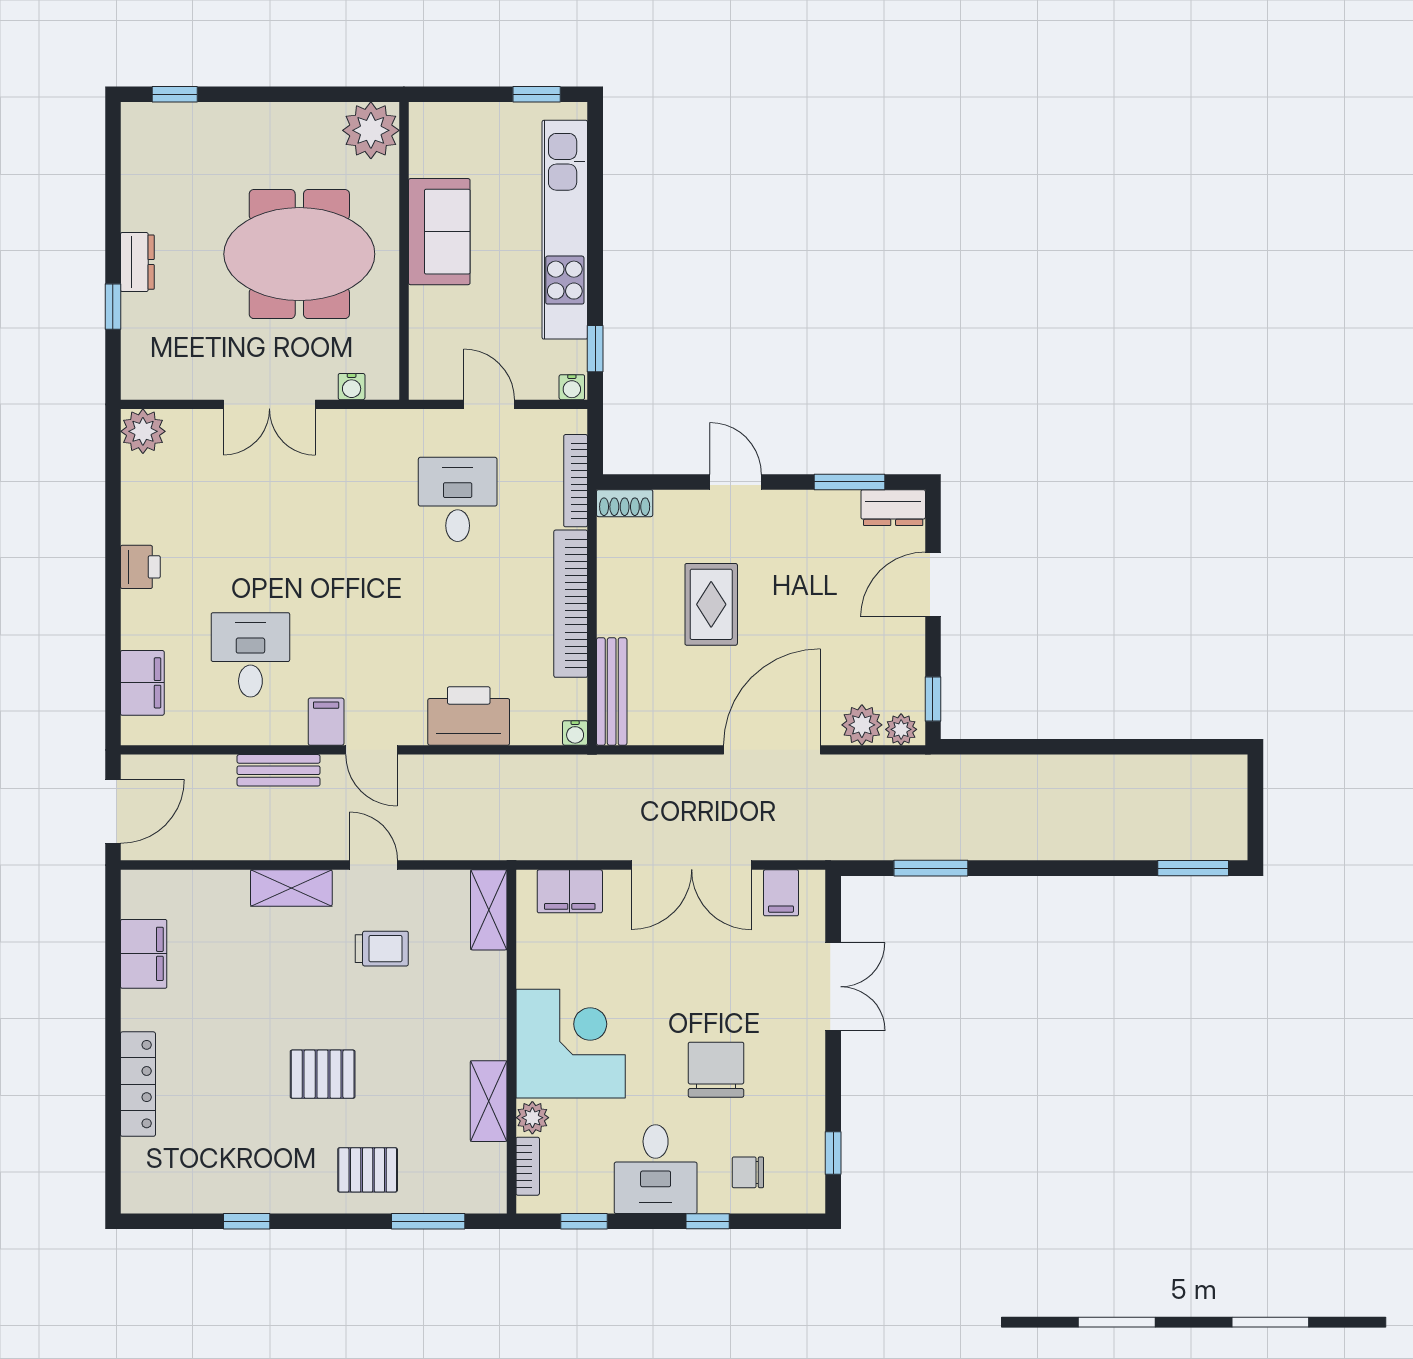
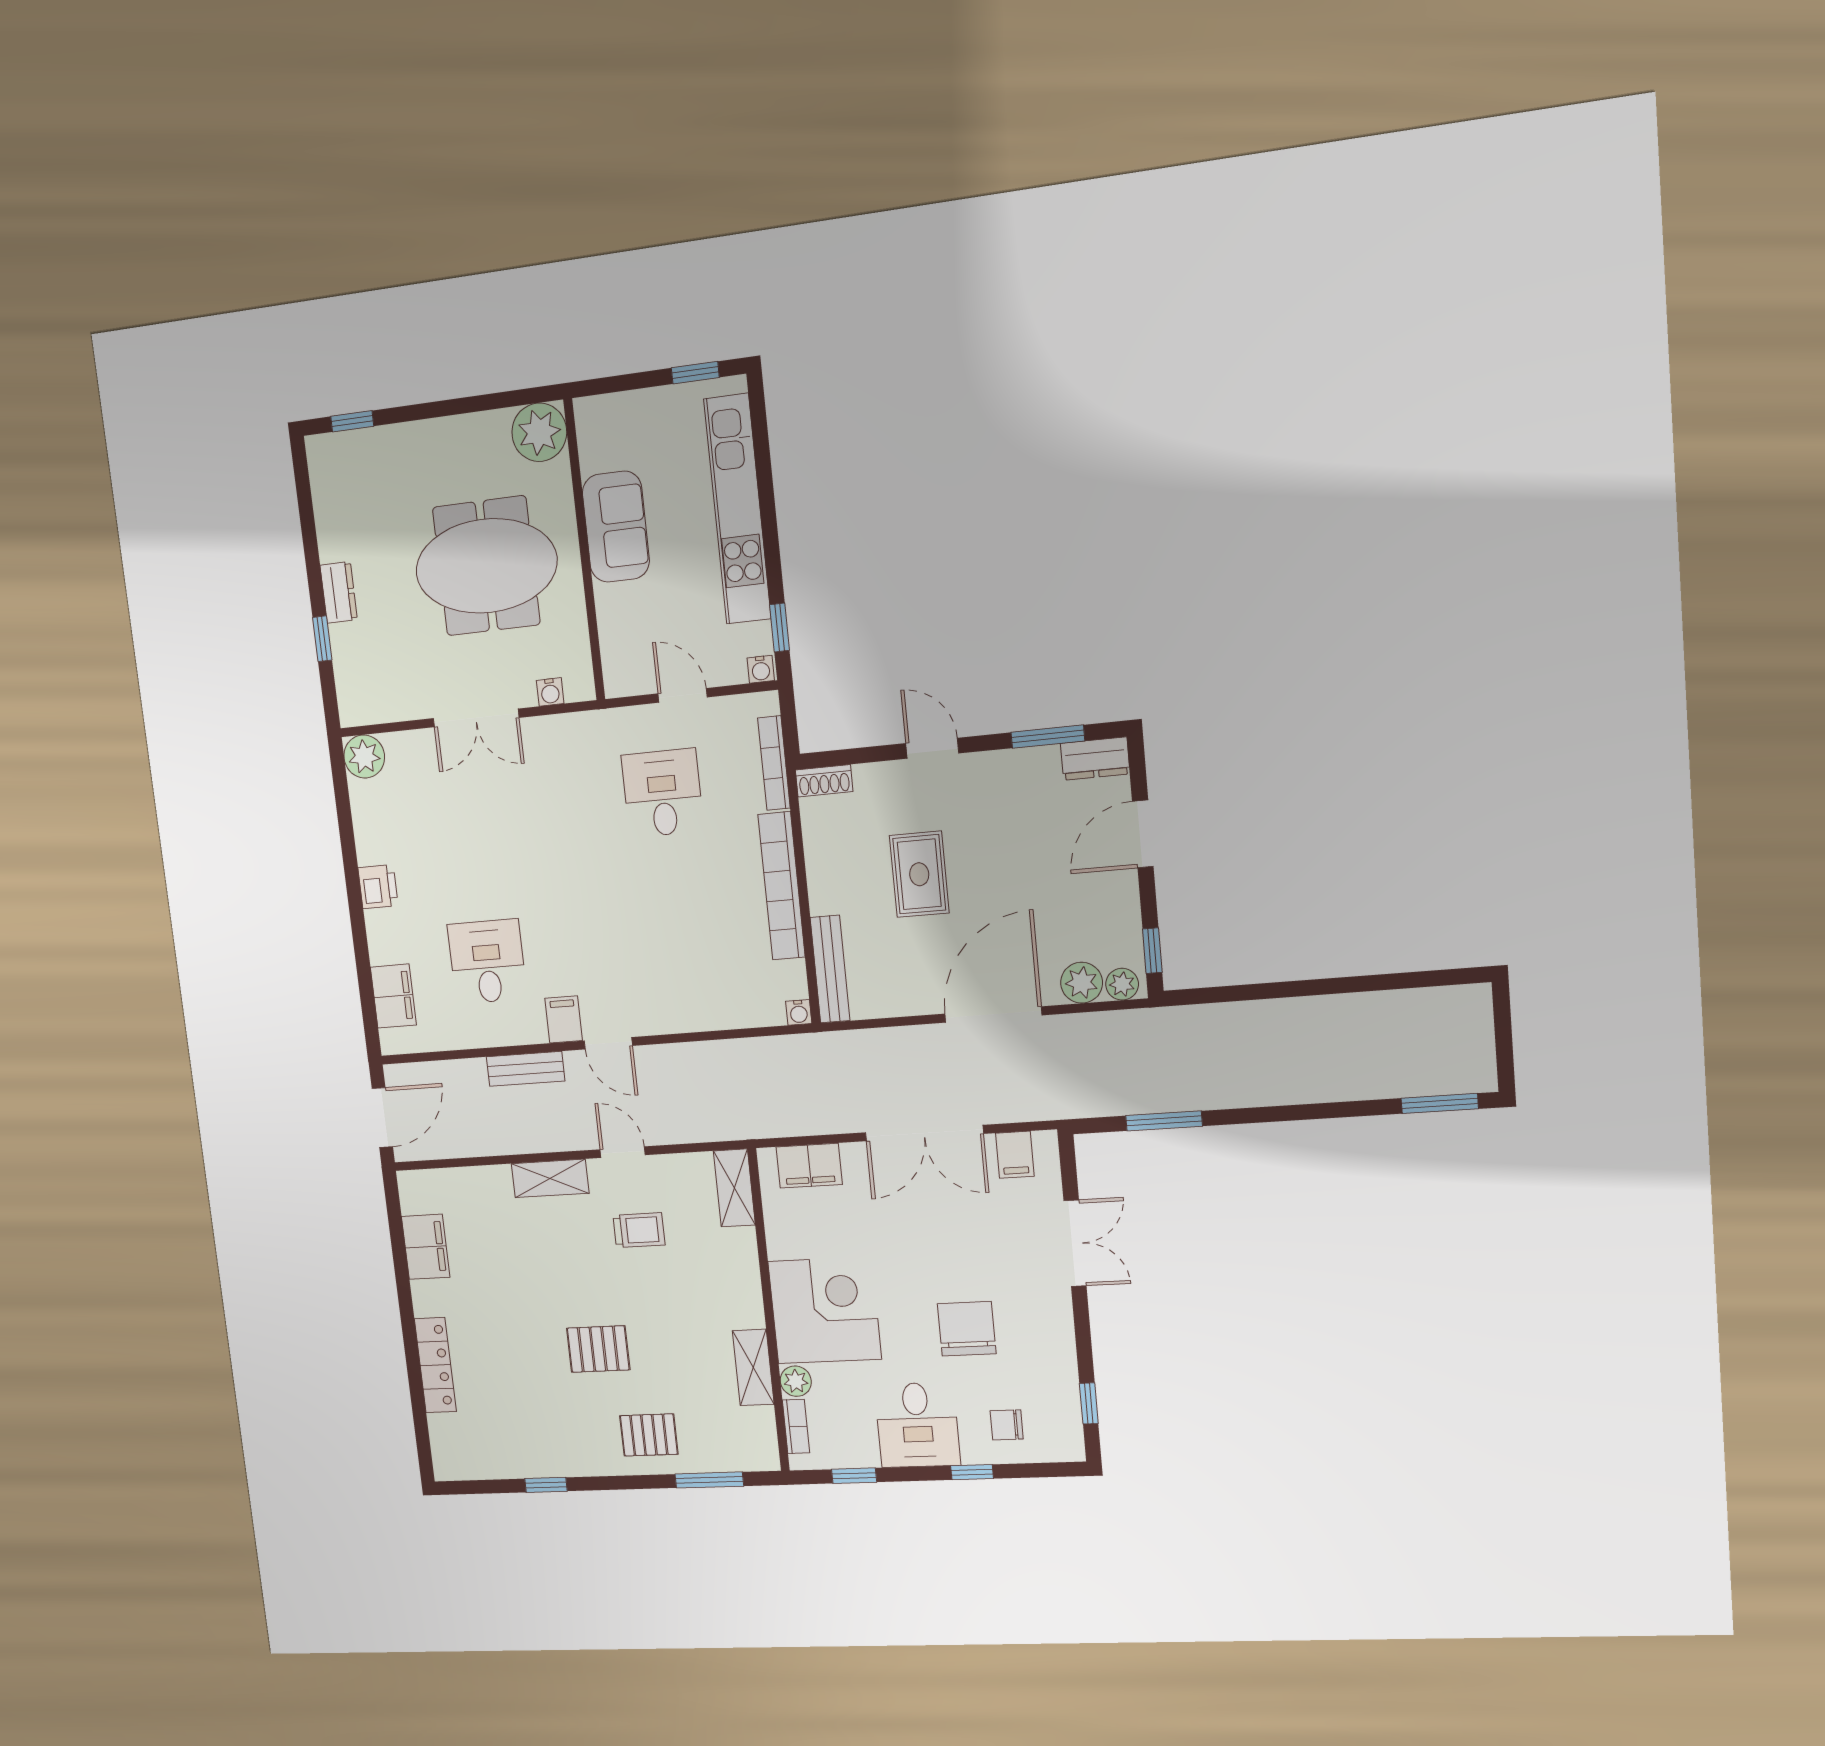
printer: (469, 716) -> (696, 1004), removed

